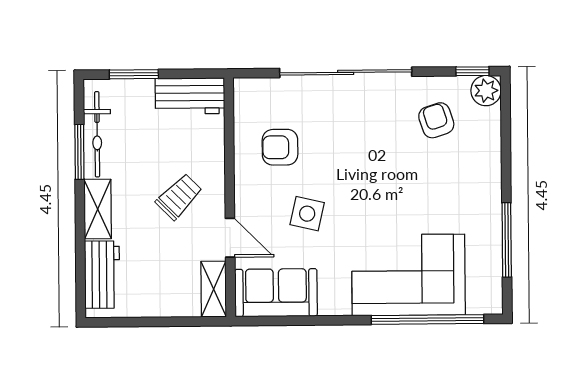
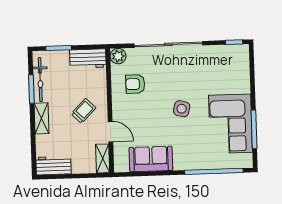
plant: (486, 91) -> (118, 56), moved
armchair: (436, 120) -> (216, 68), removed
side table: (307, 214) -> (182, 109), moved
workbench: (102, 275) -> (54, 166), moved, turned -90
corner sofa: (408, 275) -> (231, 124), moved, turned -90
sofa: (276, 293) -> (151, 159), moved

